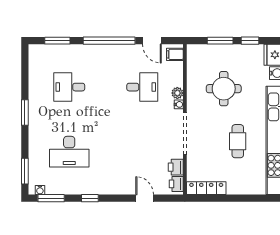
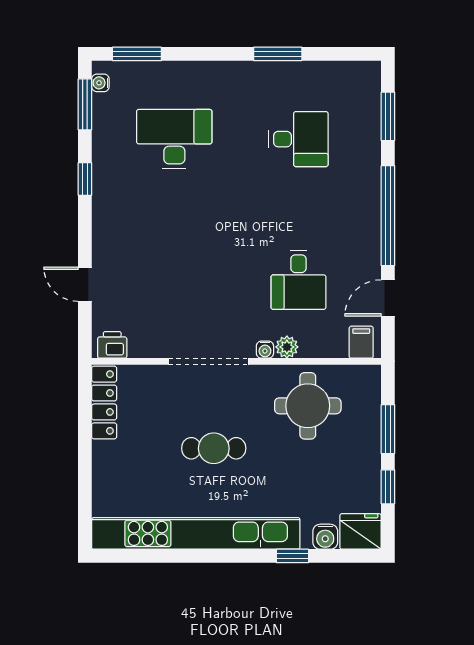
desk: (69, 87) -> (298, 139), turned 90
round table: (224, 89) -> (308, 406), moved
window: (25, 112) -> (278, 54), moved
cafe table: (238, 141) -> (214, 448), moved
desk: (69, 152) -> (174, 139), turned 90
printer: (176, 167) -> (145, 344), removed
door: (145, 198) -> (85, 284), swing flipped

